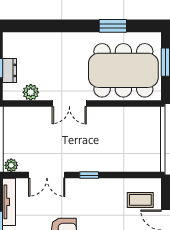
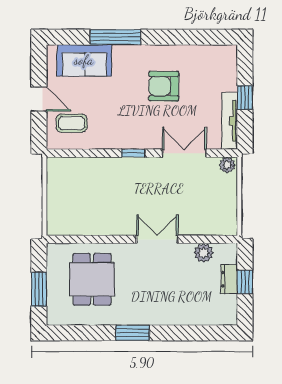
window: (113, 26) -> (133, 333), moved
dining table: (123, 70) -> (92, 279), width x0.53, depth x0.80

